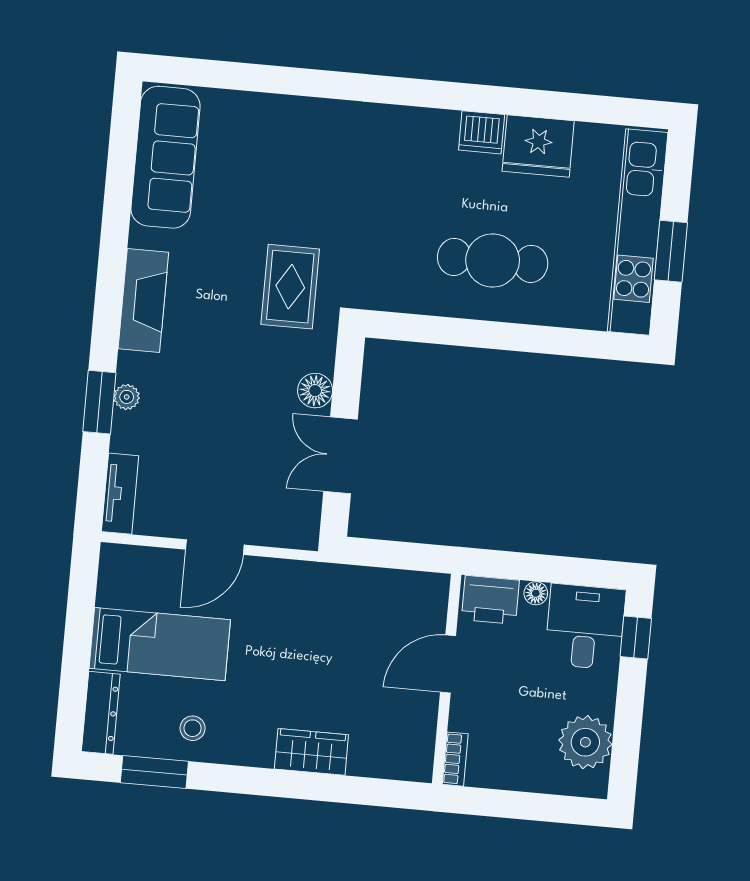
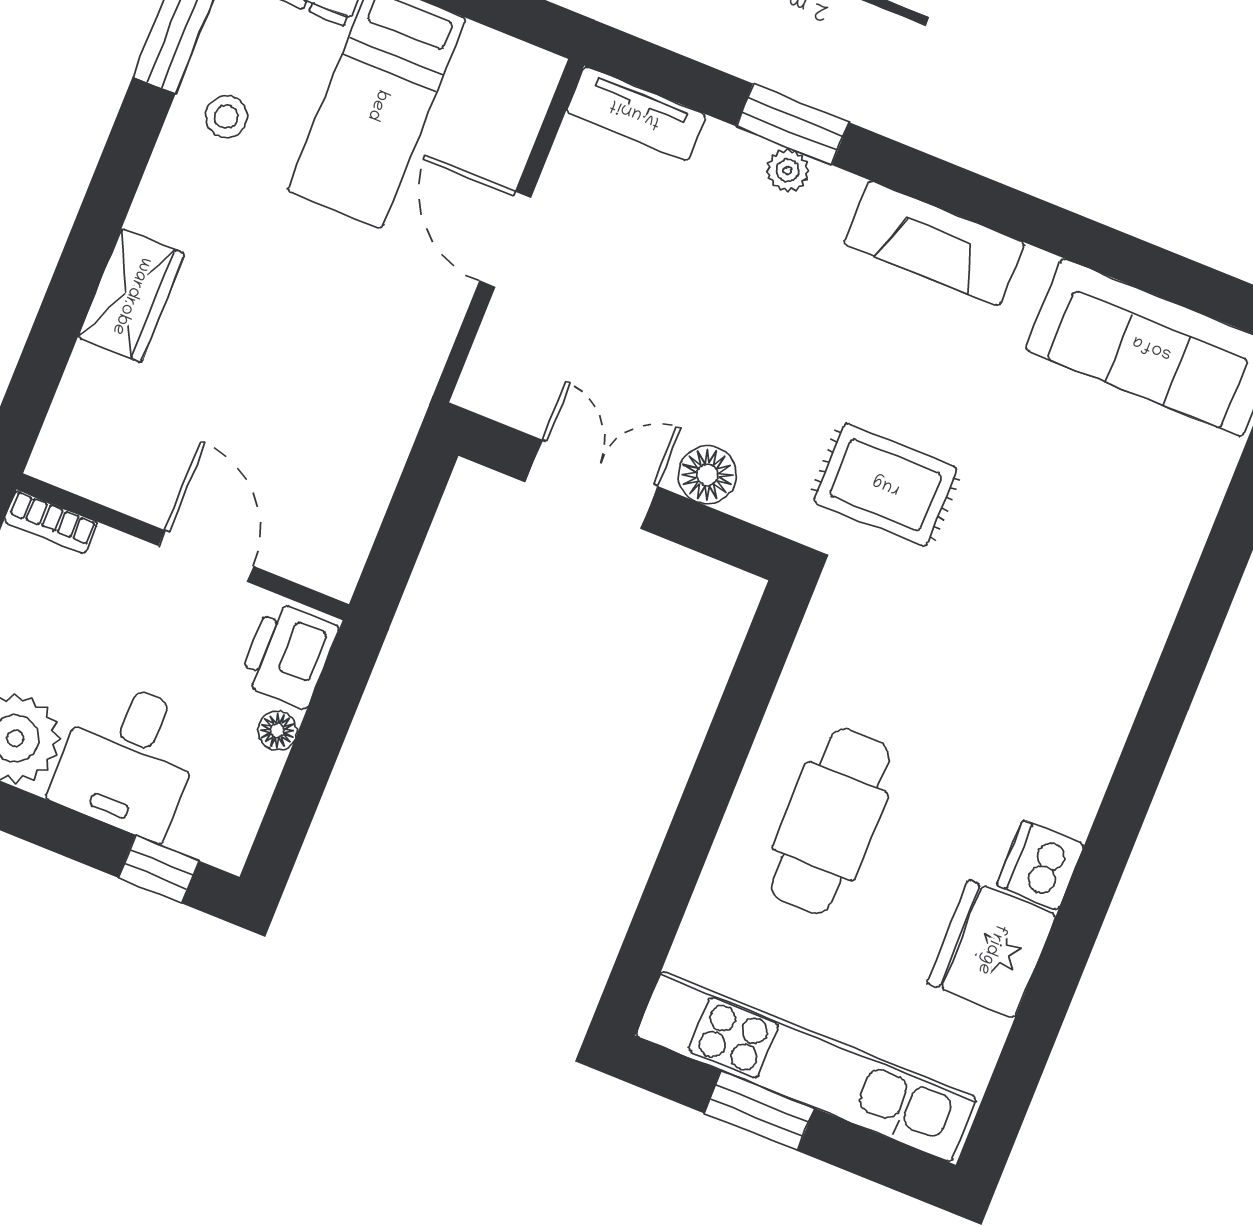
desk: (585, 627) -> (128, 759), moved, turned 90

